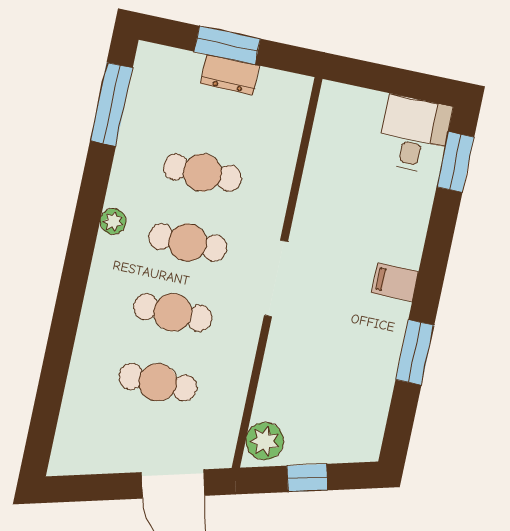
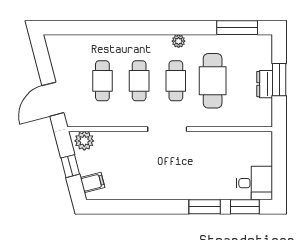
cafe table: (202, 173) -> (213, 81), width x1.37, depth x1.35
filing cabinet: (395, 282) -> (93, 182), moved, turned 75
window: (415, 352) -> (205, 207), moved

